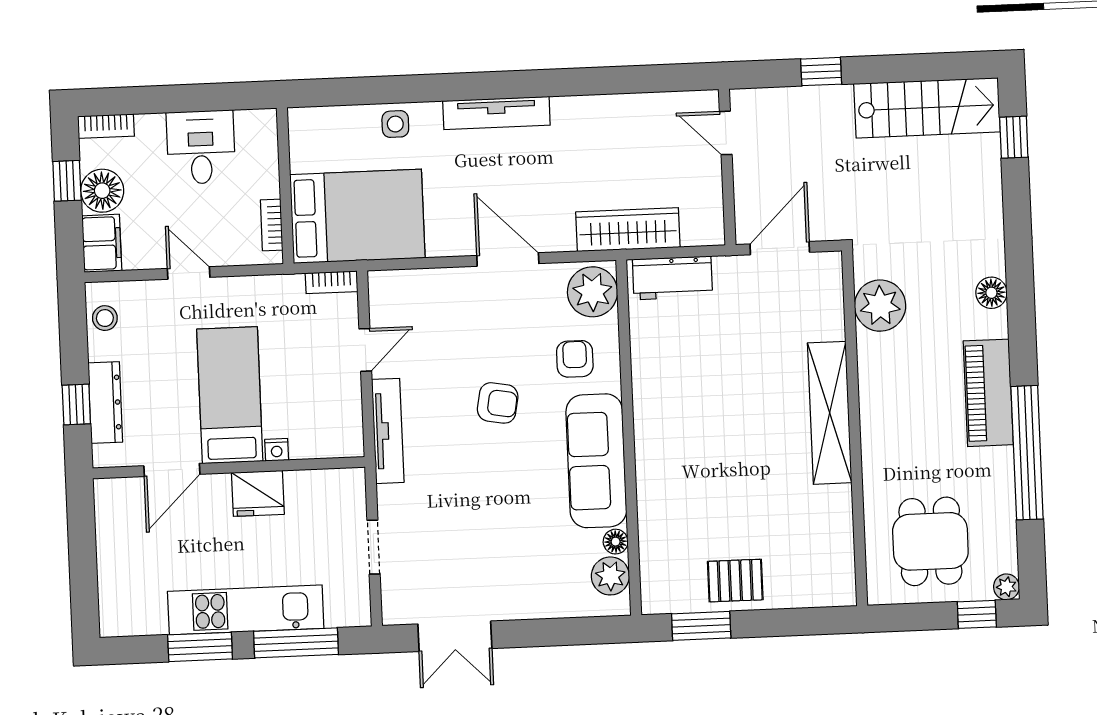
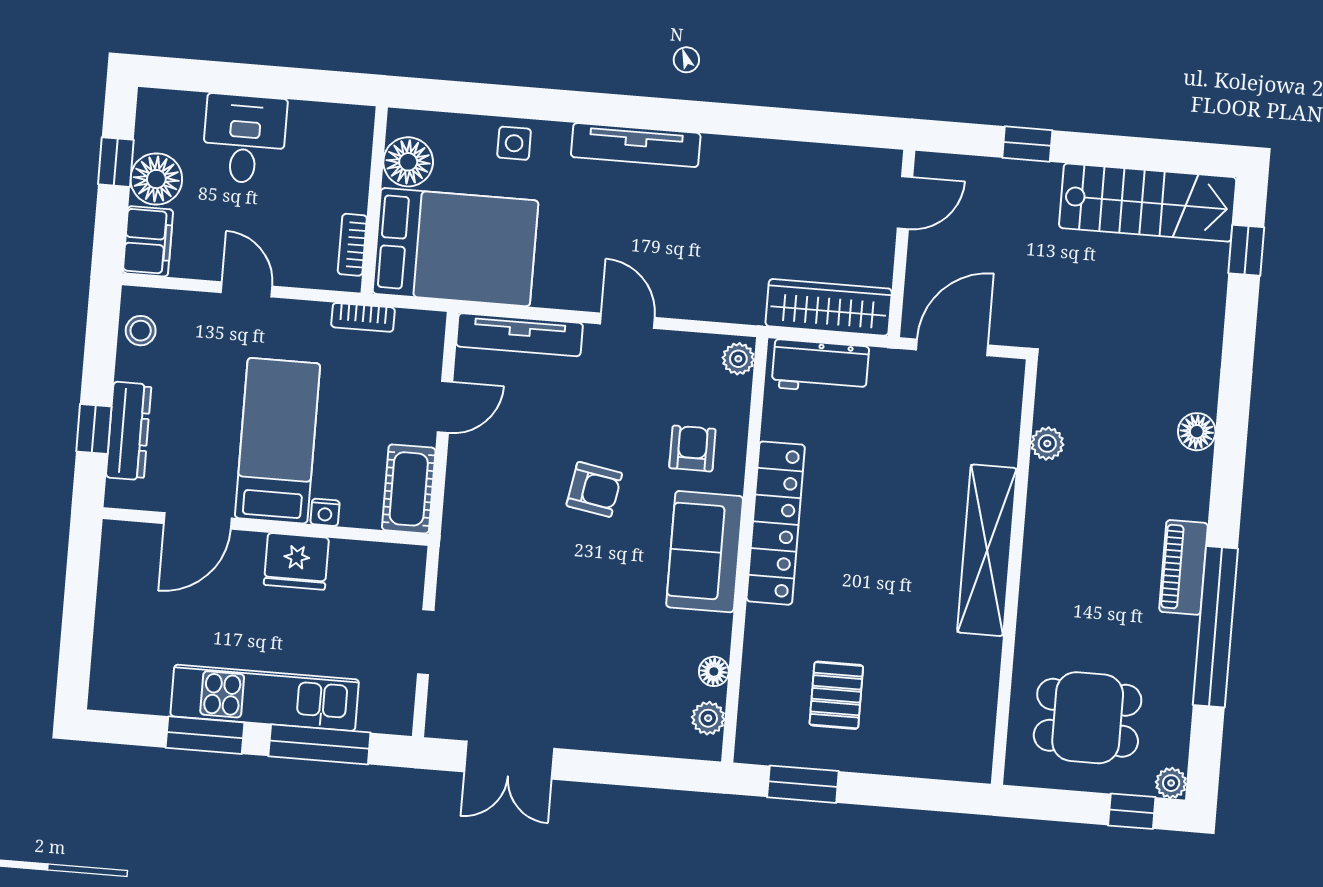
bookcase: (106, 126) -> (170, 103), removed
door: (726, 133) -> (905, 203), swing flipped
desk: (201, 147) -> (244, 139), moved
floor lamp: (309, 150) -> (408, 162), added
wardrobe: (628, 230) -> (829, 307), moved
door: (508, 260) -> (628, 321), width x0.73
bookcase: (332, 282) -> (363, 317), moved
plant: (592, 292) -> (738, 359), width x0.53, depth x0.53
plant: (880, 306) -> (1047, 443), width x0.53, depth x0.53
piano: (988, 393) -> (1184, 567), width x0.73, depth x0.75
locker: (652, 412) -> (776, 523), added
cot: (344, 422) -> (409, 489), added
tv unit: (388, 431) -> (519, 335), moved, turned 90
sofa: (596, 461) -> (705, 552), width x0.73
dining table: (930, 541) -> (1088, 718), turned 90
plant: (610, 576) -> (708, 718), width x0.73, depth x0.73
pallet: (735, 581) -> (836, 695), moved, turned 90

